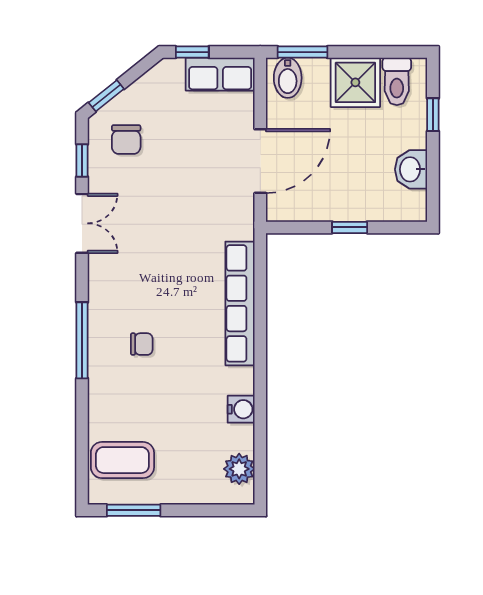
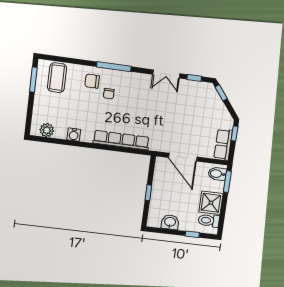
chair: (126, 140) -> (92, 81), moved

